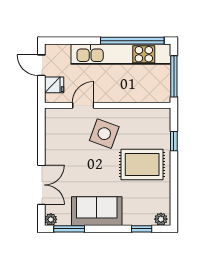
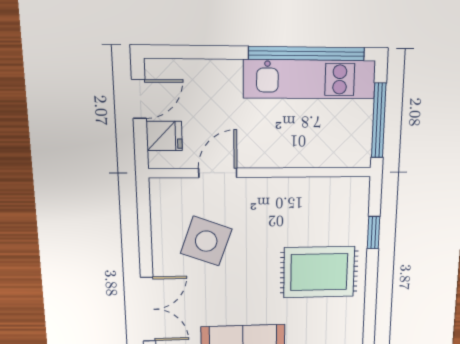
kitchen unit: (121, 54) -> (310, 79), width x0.73
door: (41, 65) -> (139, 99), swing flipped
side table: (104, 134) -> (206, 241), moved

